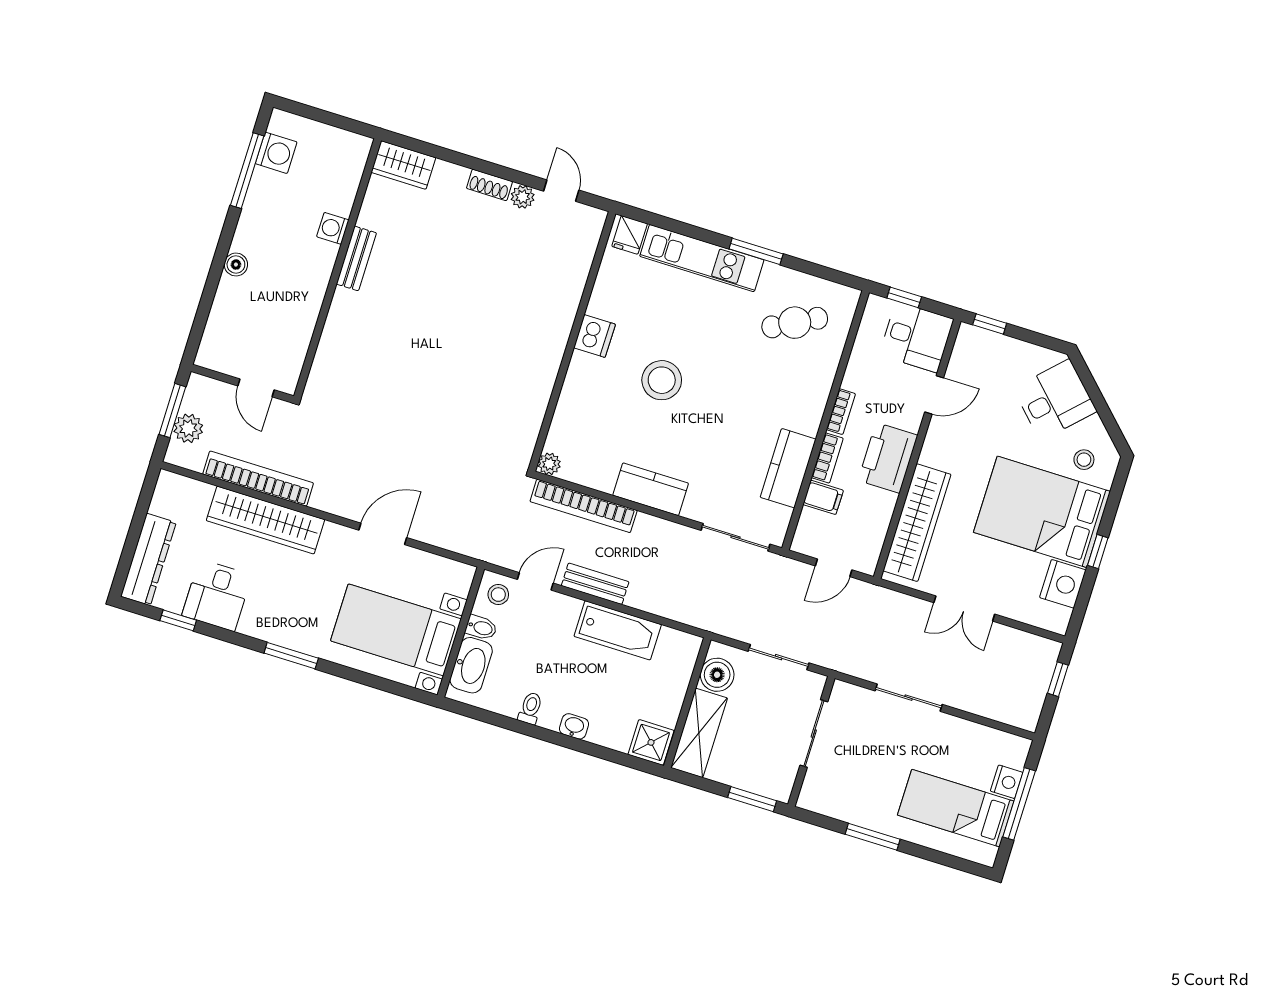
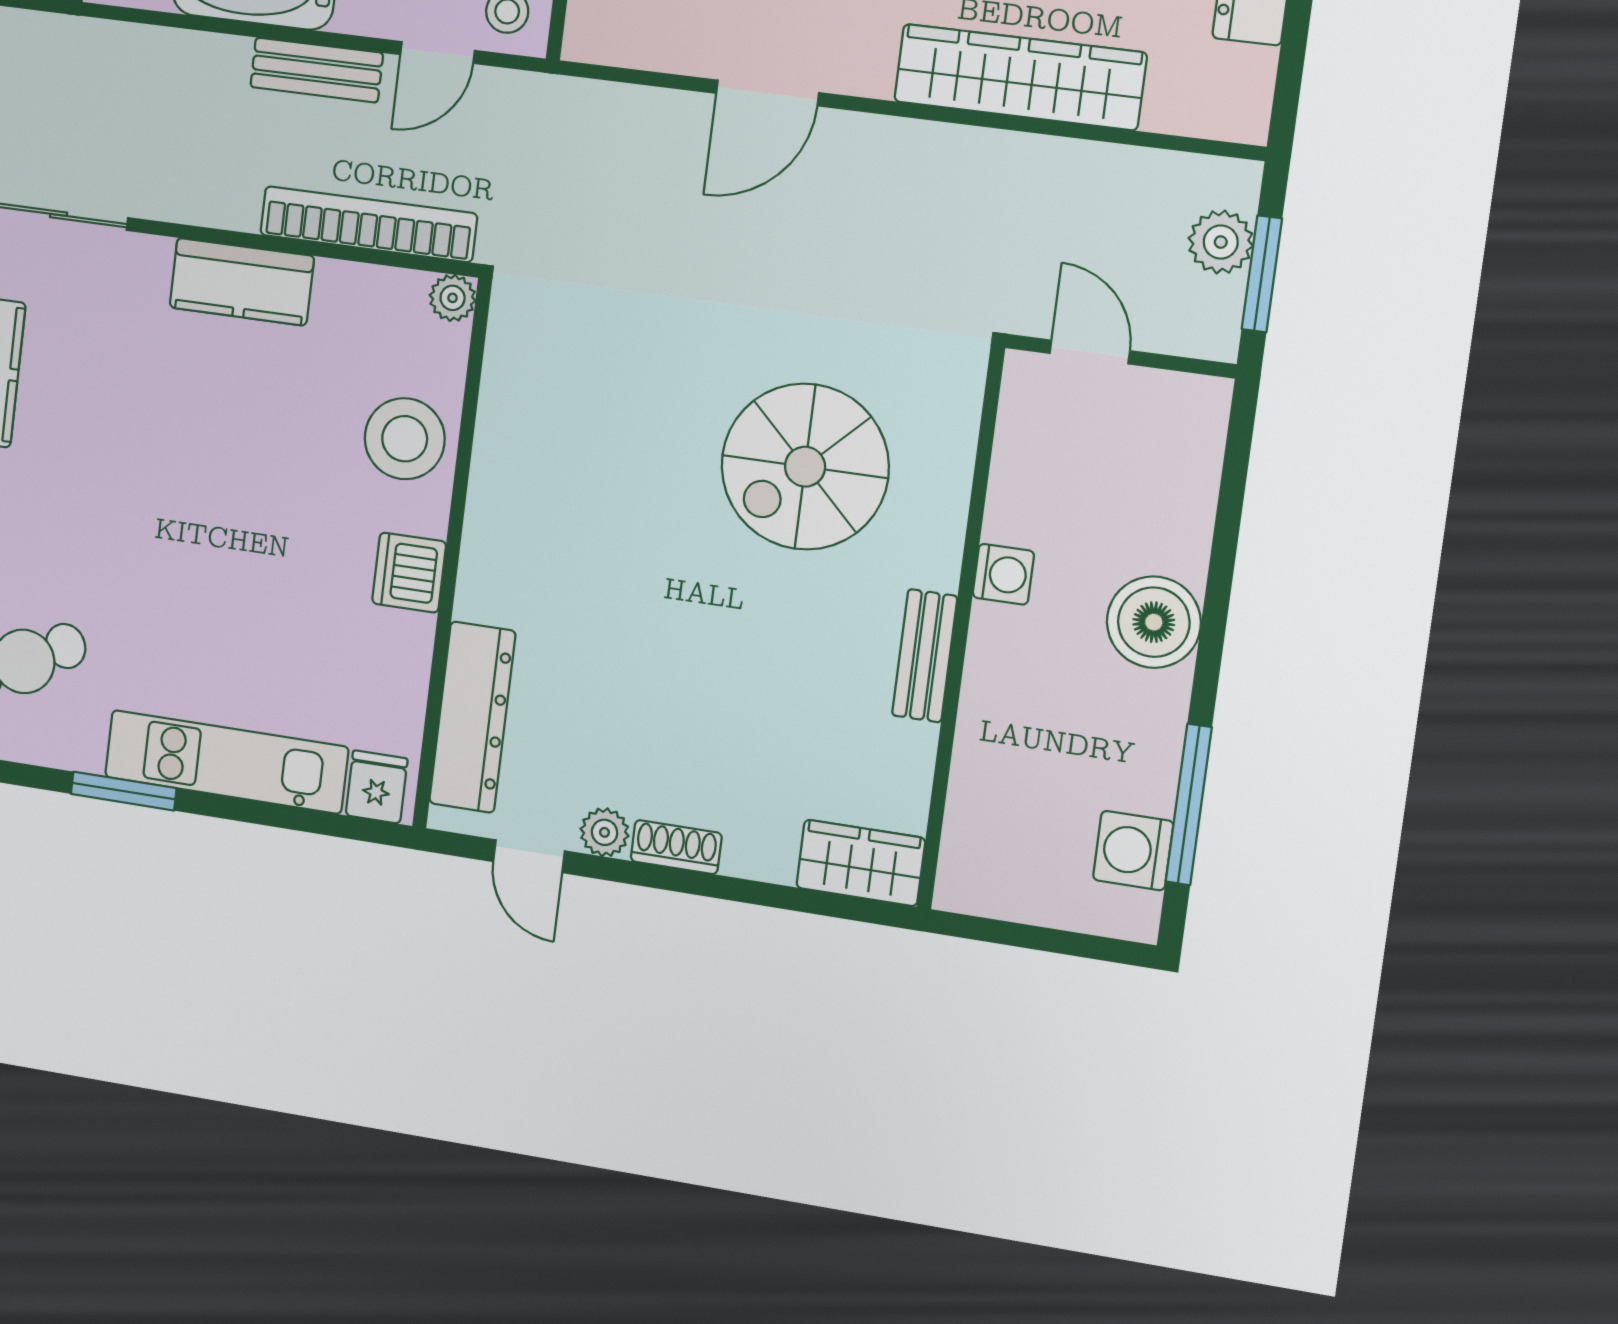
washing machine: (333, 228) -> (1003, 574), moved
dresser: (576, 262) -> (472, 717), added
boiler: (236, 265) -> (1154, 622), width x1.86, depth x1.86
spiral stairs: (396, 356) -> (805, 467), added
stool: (662, 380) -> (405, 439), moved
bookcase: (258, 479) -> (1051, 162), removed

